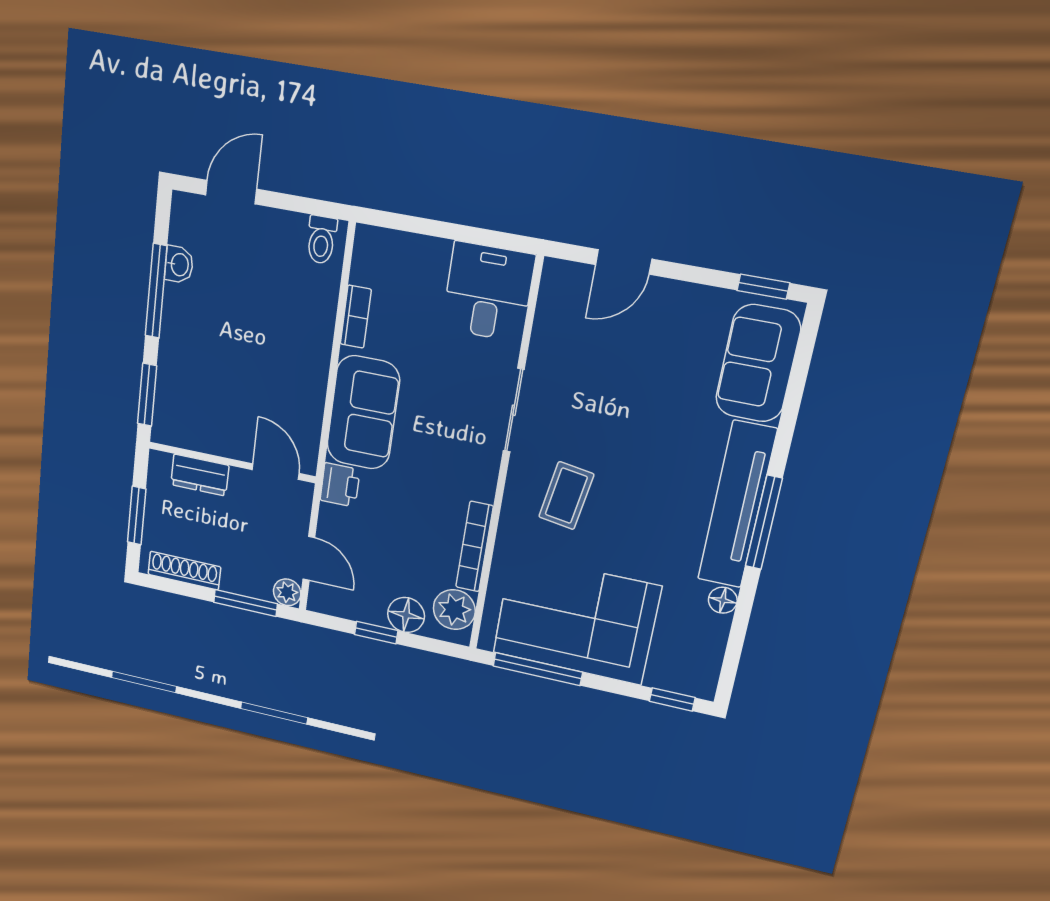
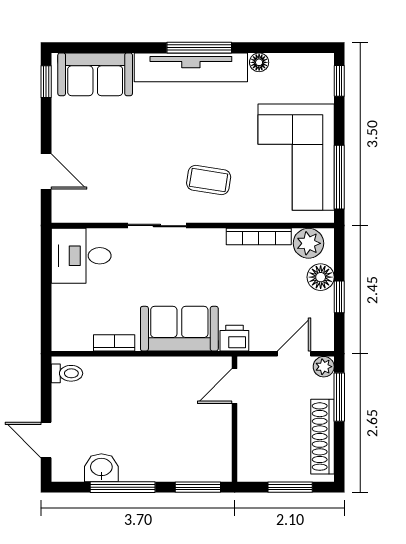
washbasin: (179, 265) -> (101, 468), width x1.38, depth x1.45
dresser: (200, 475) -> (249, 442), removed
shoe rack: (184, 571) -> (322, 437), width x1.36, depth x1.24

